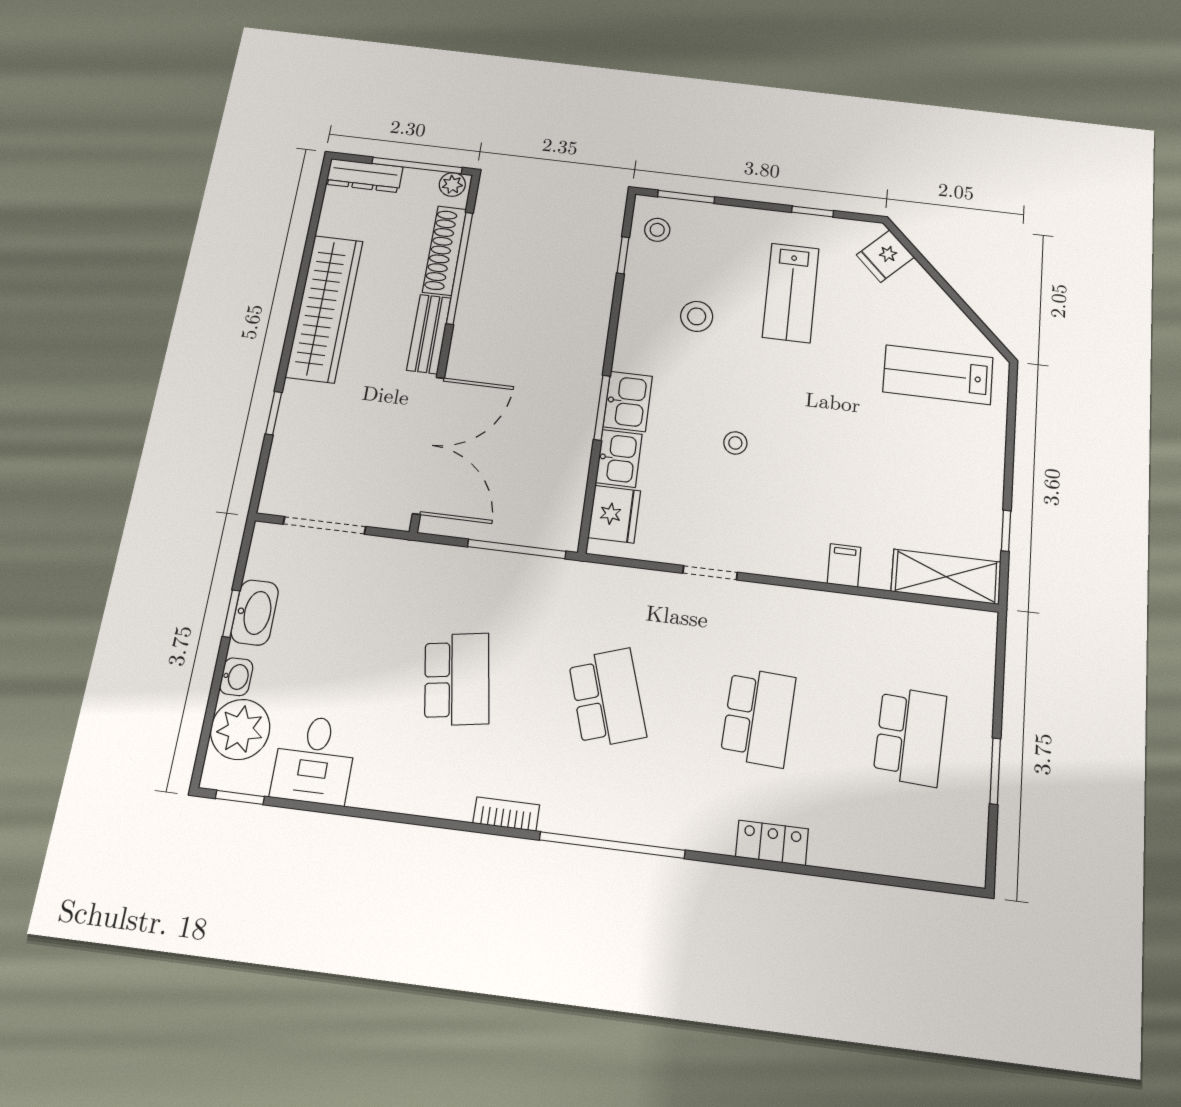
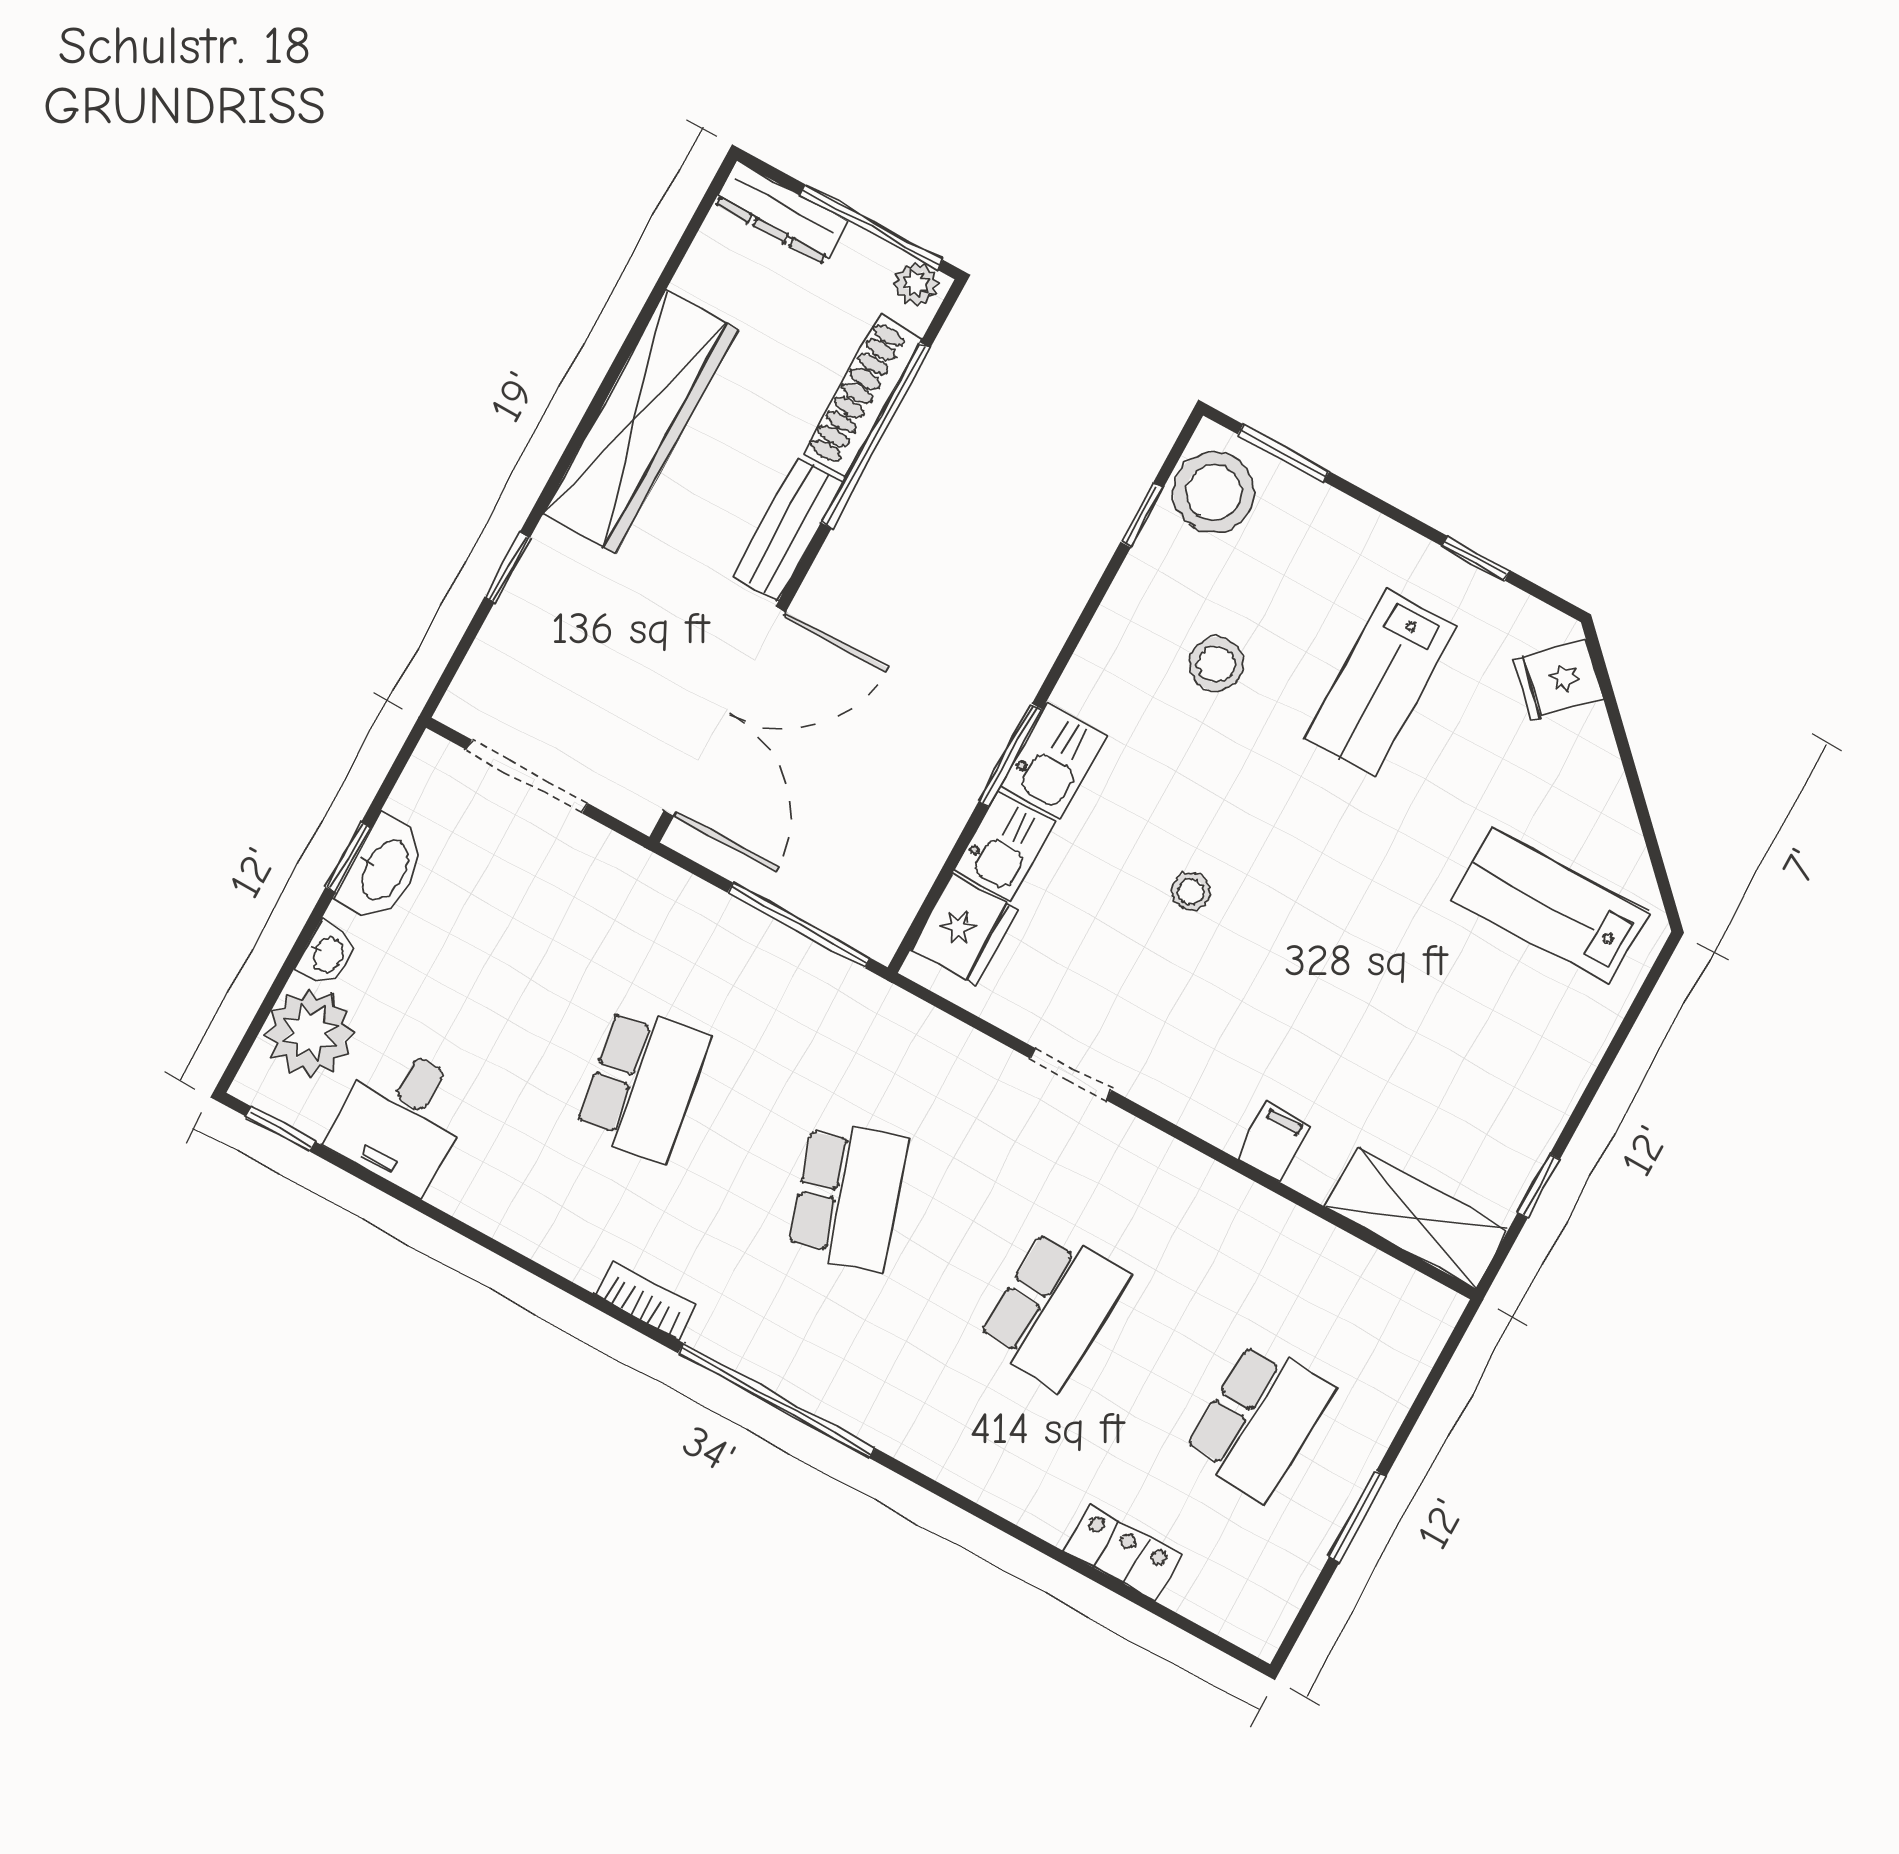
stool: (657, 230) -> (1214, 492), width x1.89, depth x1.89
locker: (772, 843) -> (1122, 1553), moved

